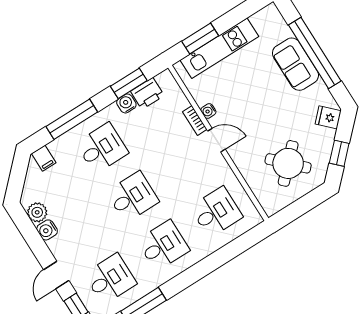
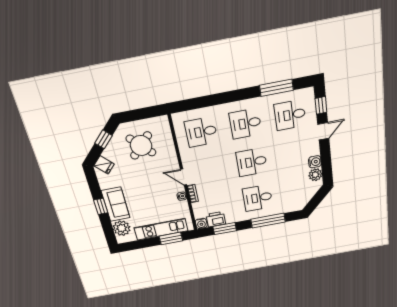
plant: (276, 29) -> (122, 228), added
window: (315, 53) -> (101, 206), width x0.32
water cooler: (126, 103) -> (201, 223), moved
filing cabinet: (44, 158) -> (295, 205), removed

